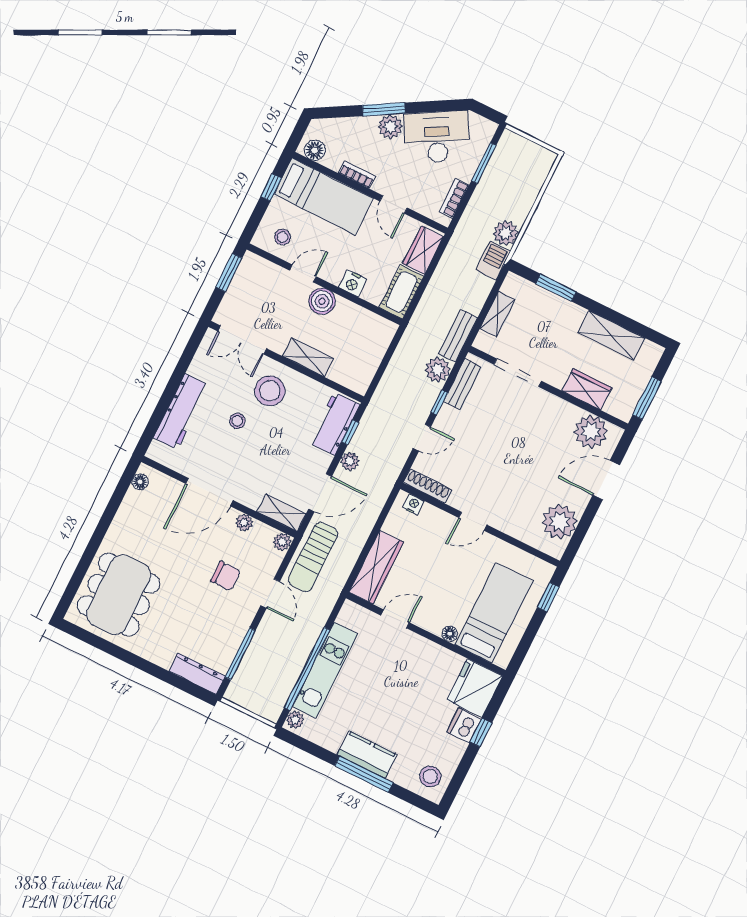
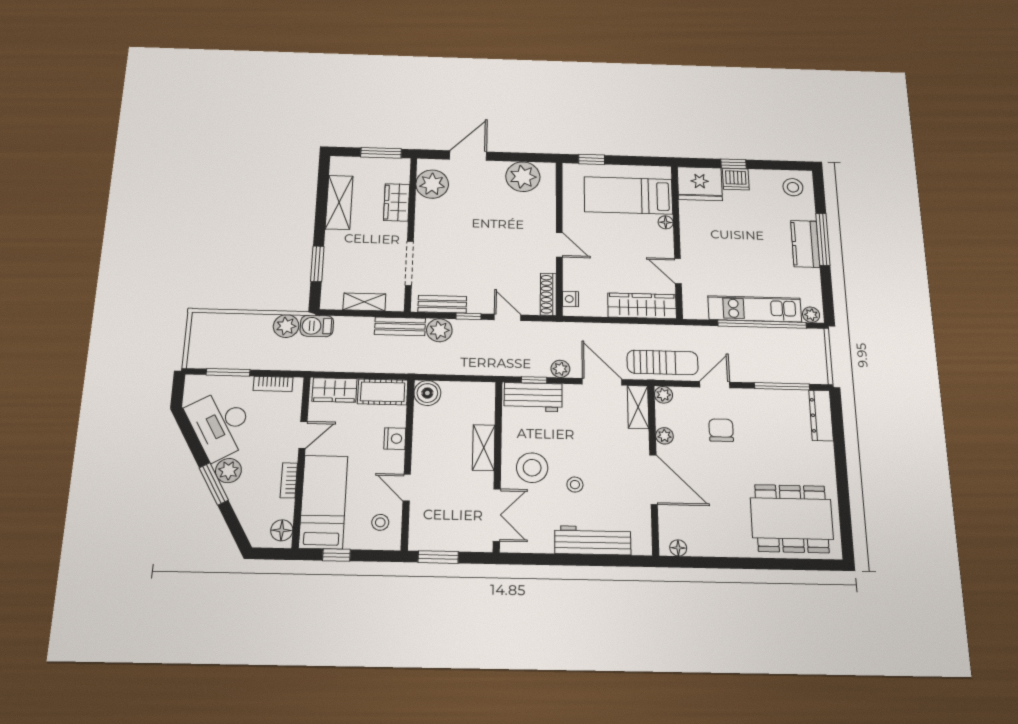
boiler: (322, 301) -> (427, 393), moved
door: (606, 480) -> (468, 156), swing flipped

